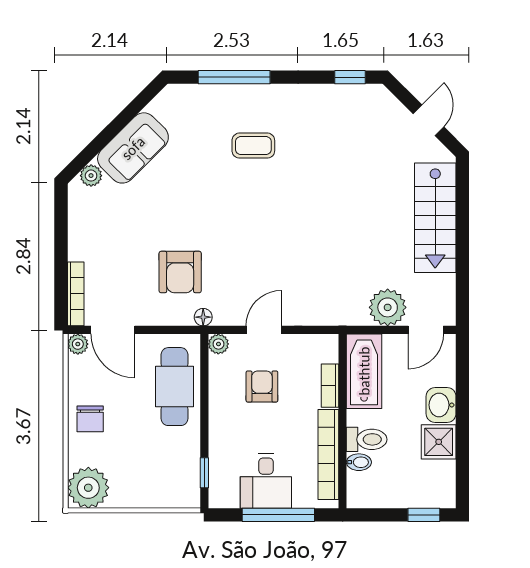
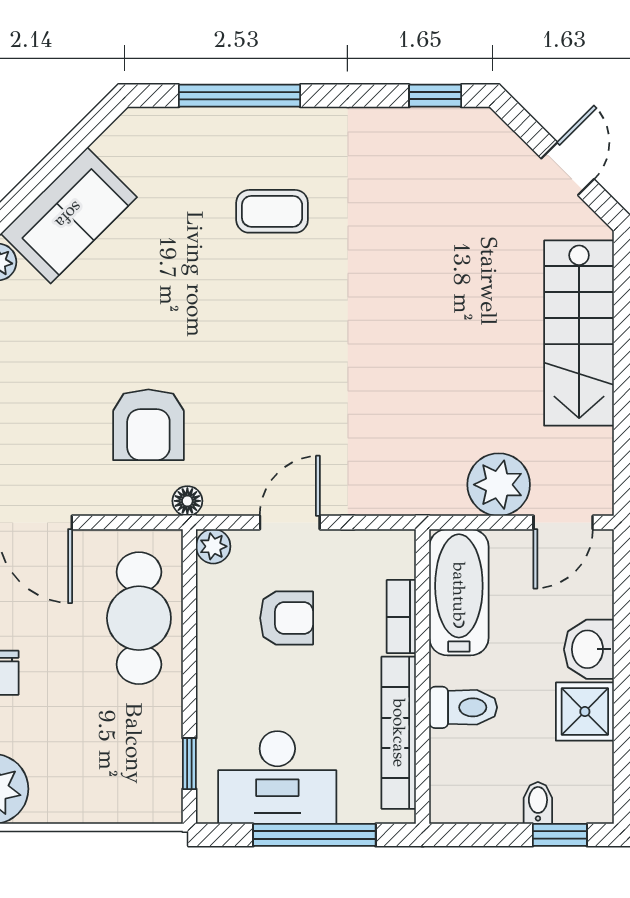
armchair: (262, 386) -> (287, 618), turned 90
bidet: (359, 462) -> (538, 803), moved, turned -90
desk: (266, 481) -> (277, 777), width x1.37

